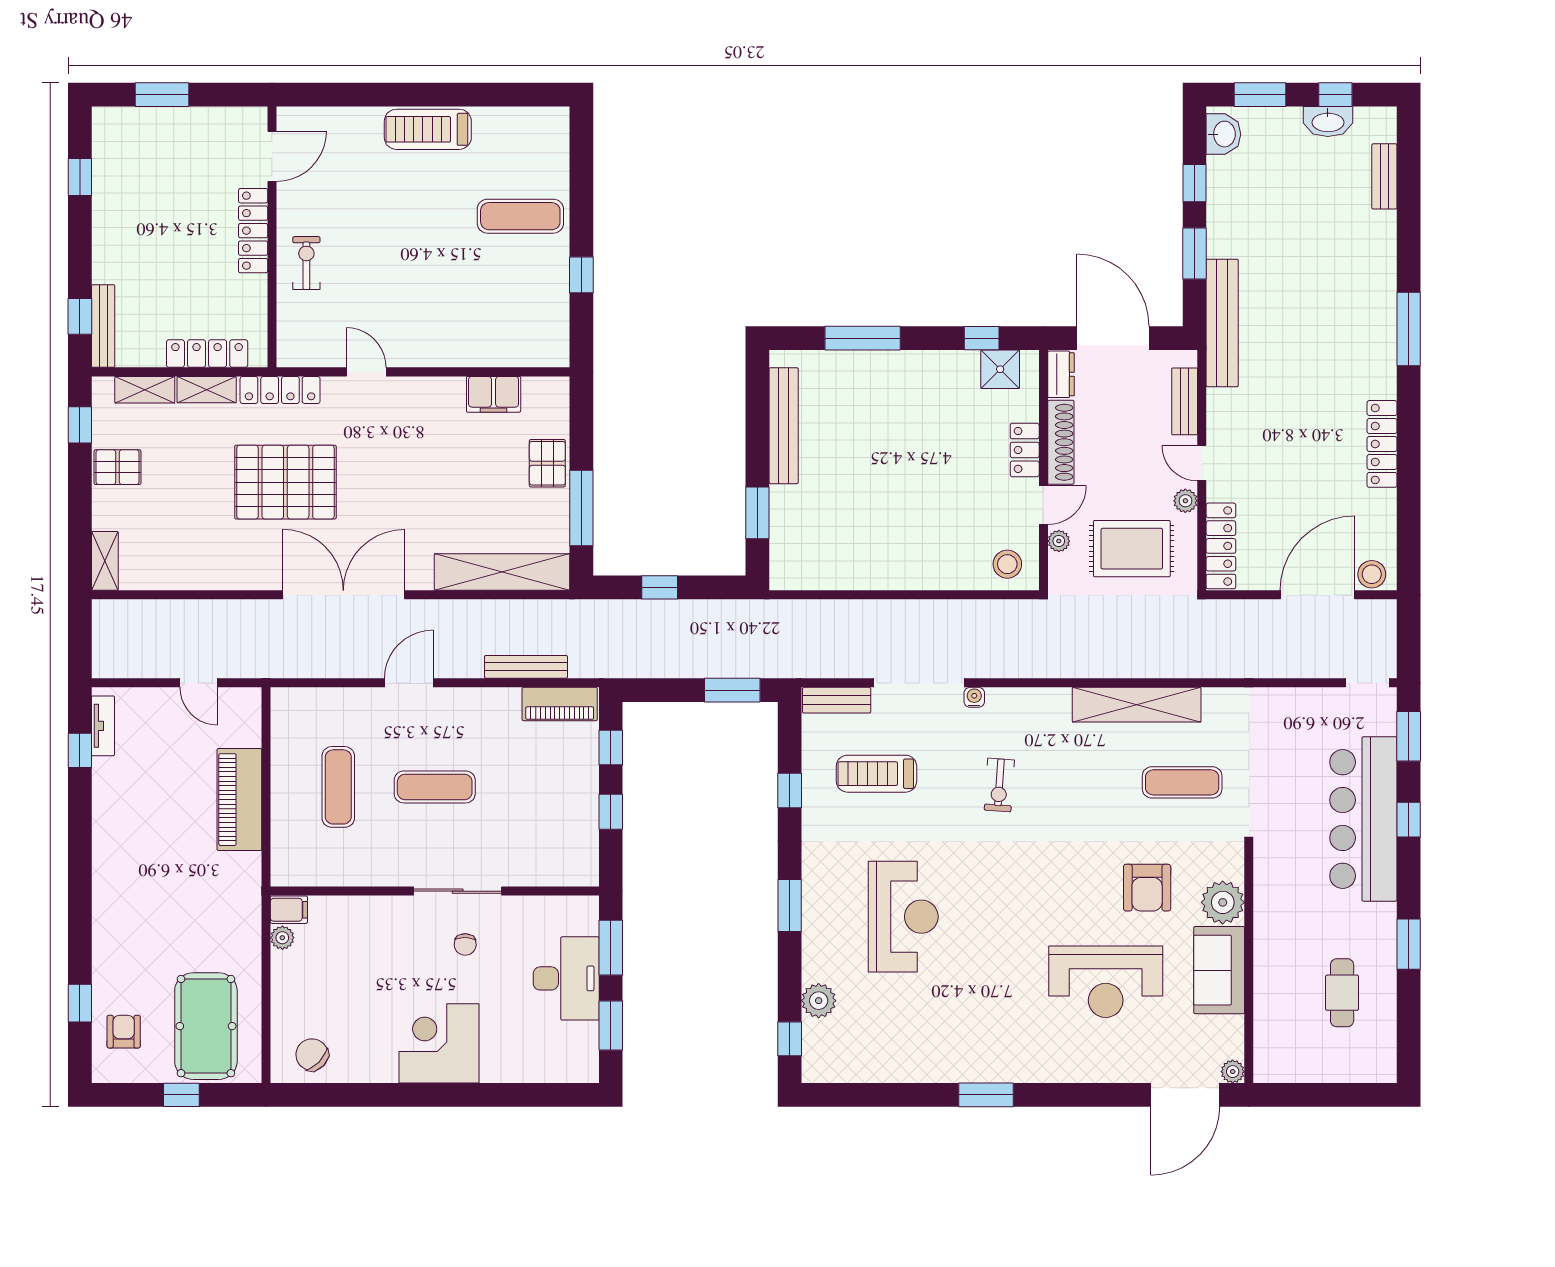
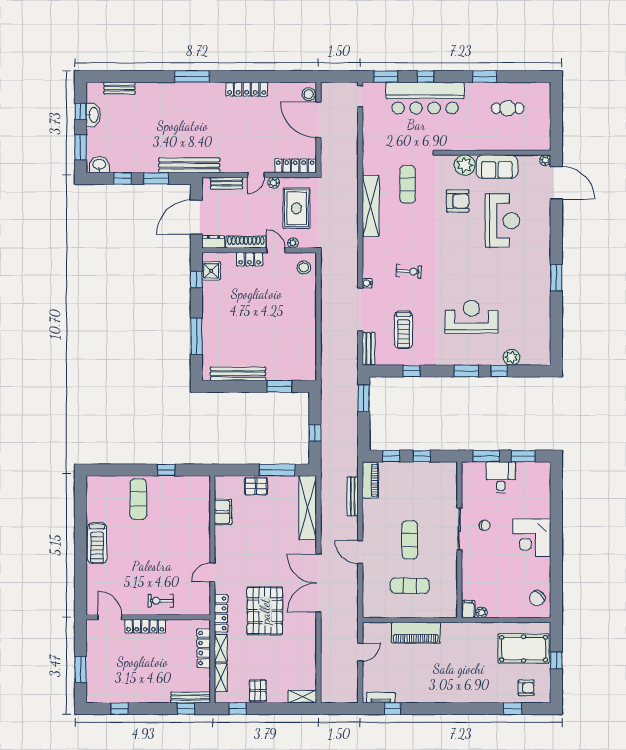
desk: (566, 978) -> (501, 477), width x0.73
armchair: (124, 1032) -> (526, 688), turned 180
window: (790, 1039) -> (499, 371), moved

